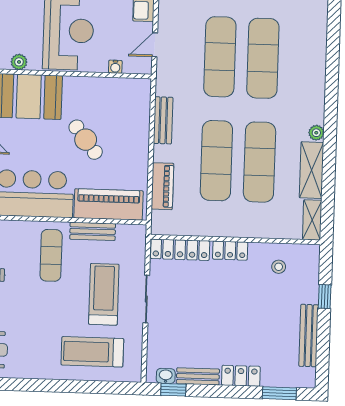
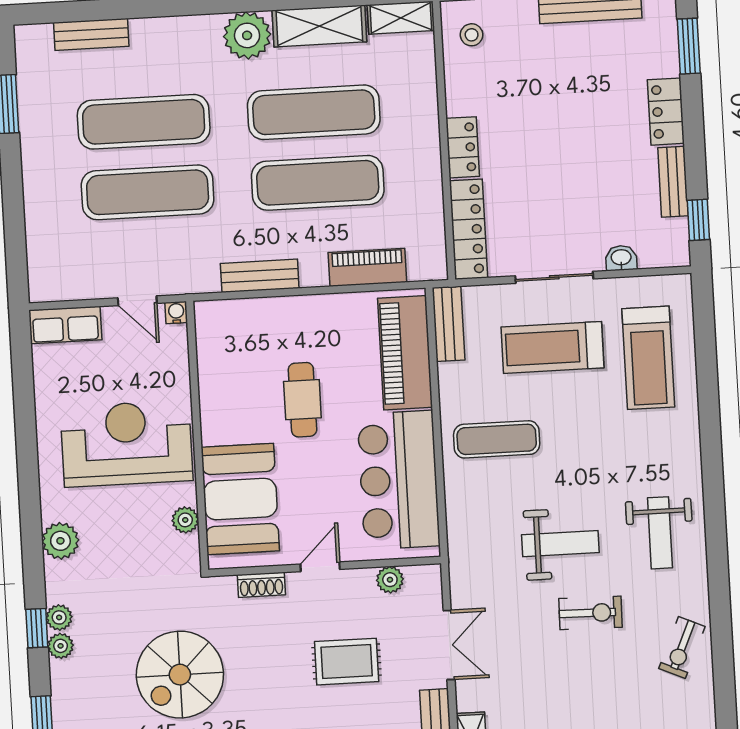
bench: (319, 31) -> (91, 34), added
water cooler: (115, 67) -> (176, 313), moved, turned -90
plant: (316, 133) -> (247, 35), width x1.87, depth x1.87
cafe table: (86, 140) -> (302, 400), turned -52
bench: (93, 231) -> (449, 324), moved
stool: (279, 267) -> (472, 35), moved
washbasin: (166, 376) -> (621, 258), moved, turned 90

